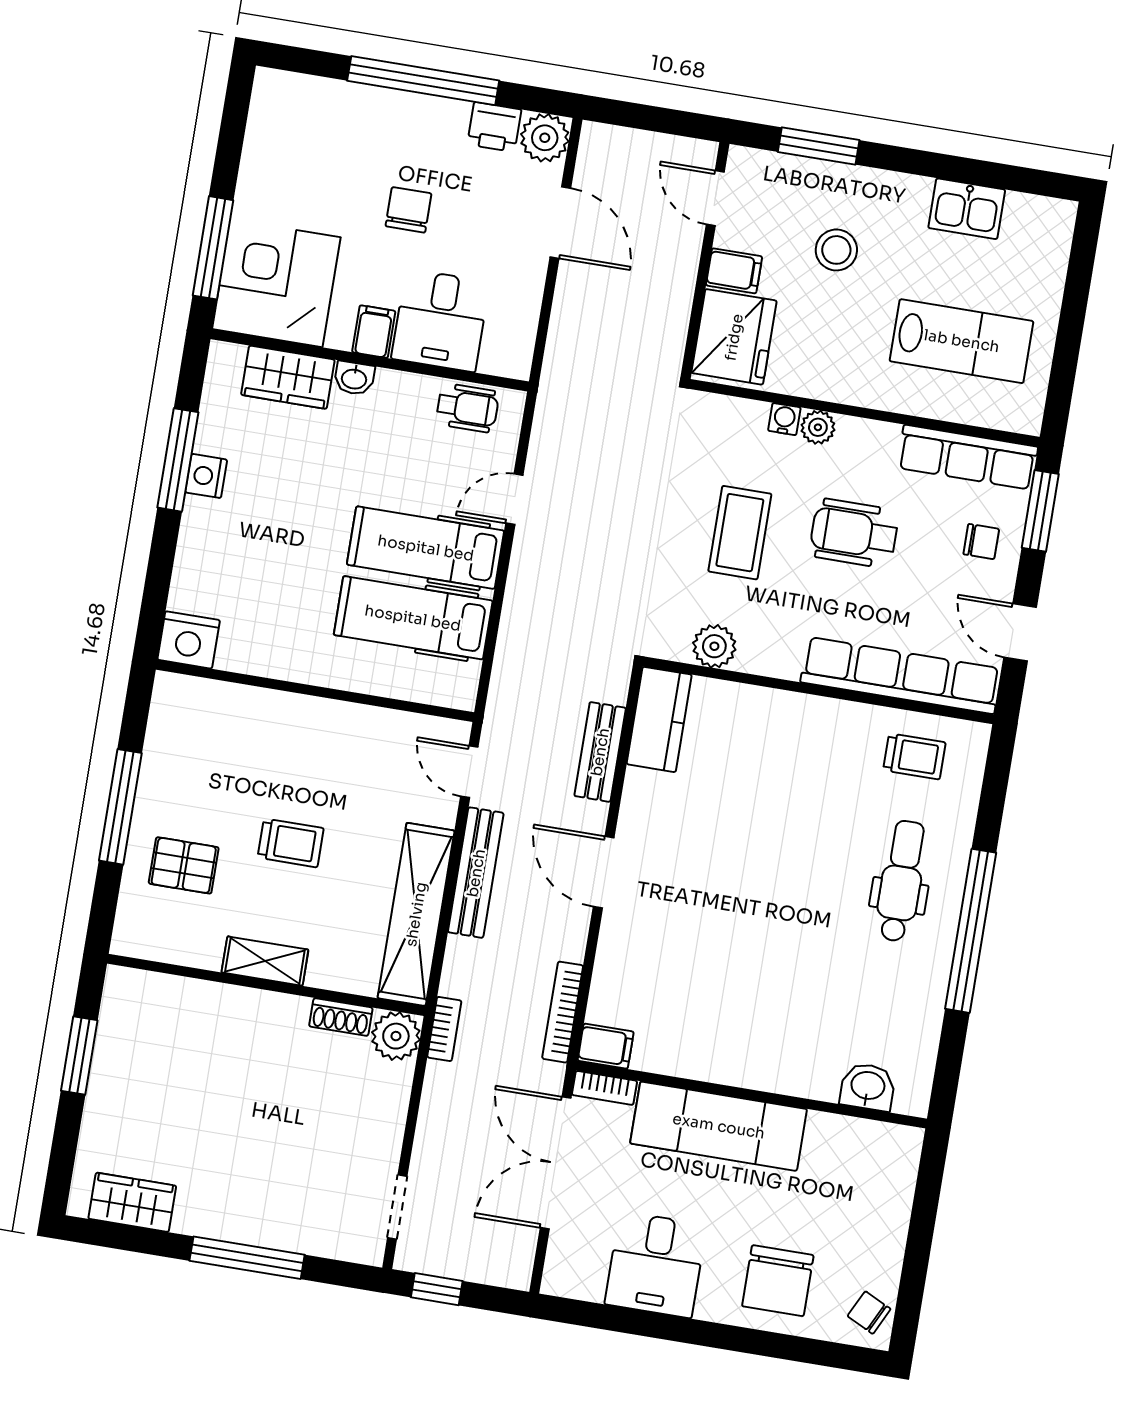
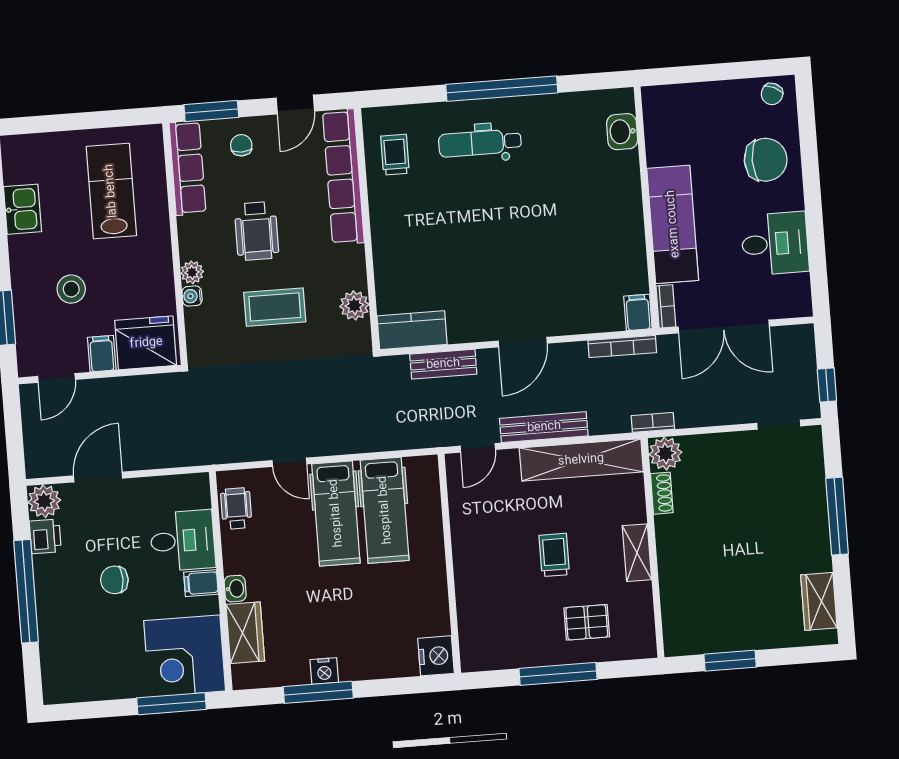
pallet: (184, 865) -> (587, 622), turned 90

